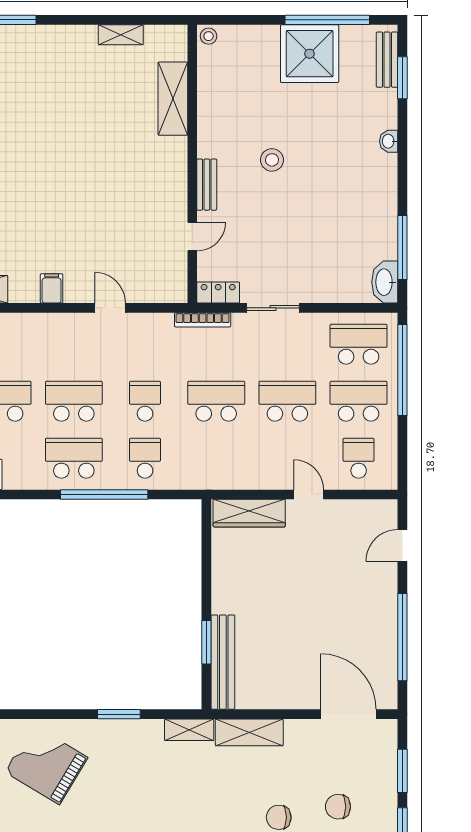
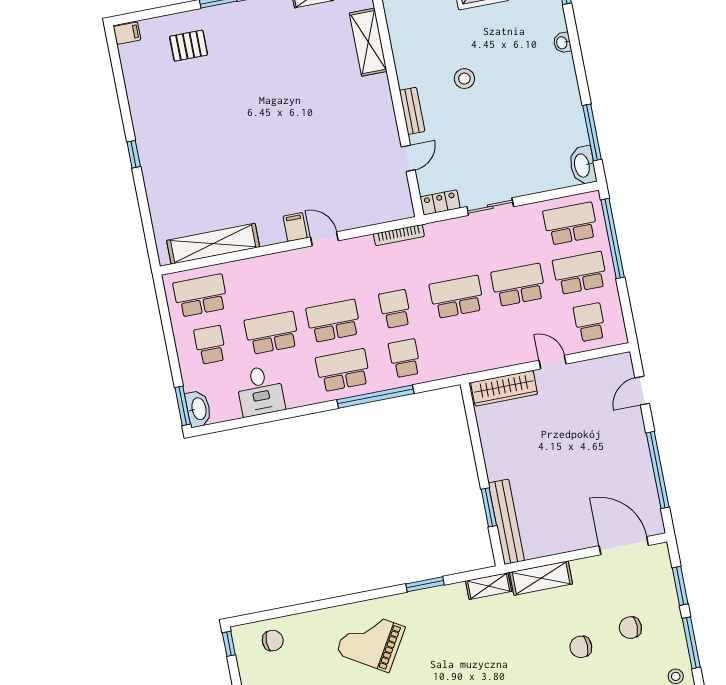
door: (110, 308) -> (324, 239), moved
bookcase: (203, 320) -> (399, 235), moved

